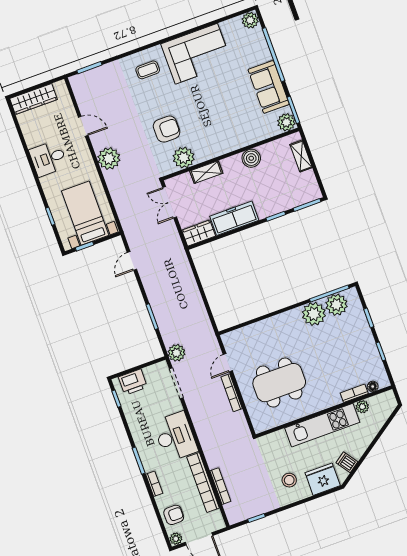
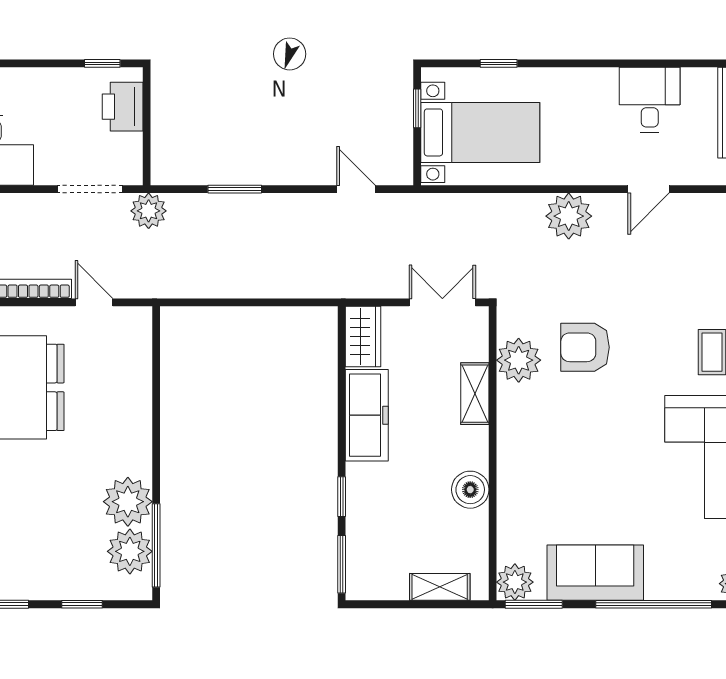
armchair: (167, 129) -> (585, 347), turned 90
desk: (48, 158) -> (650, 100), moved

